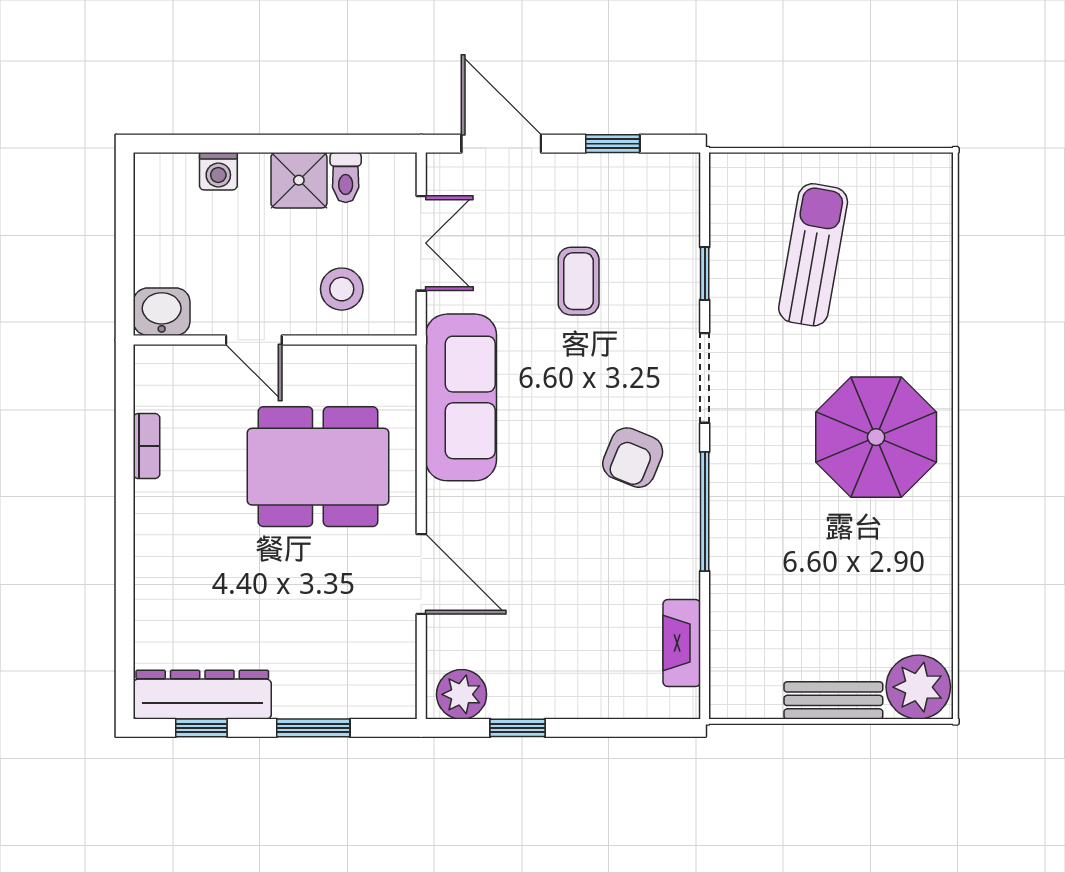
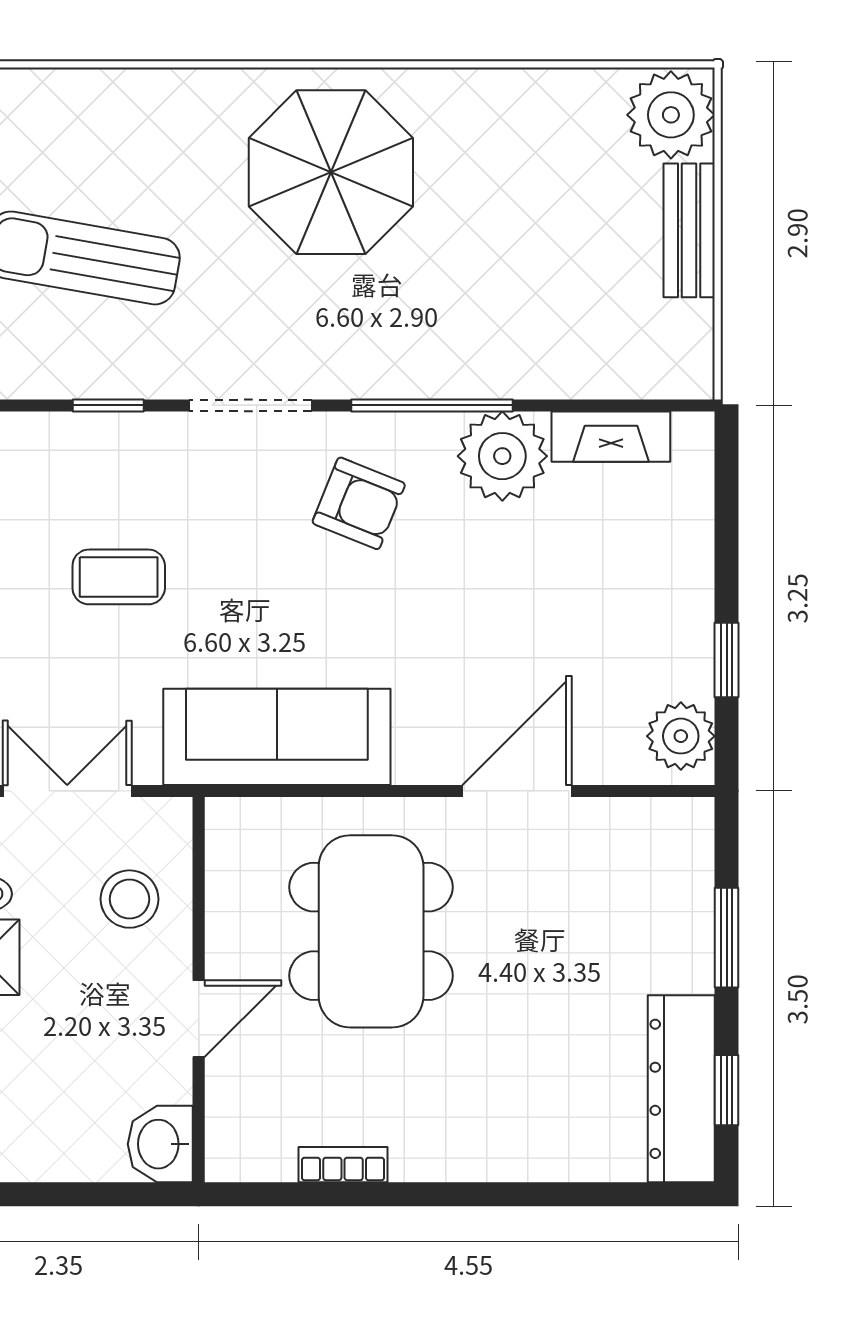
plant: (667, 563) -> (502, 456), added

